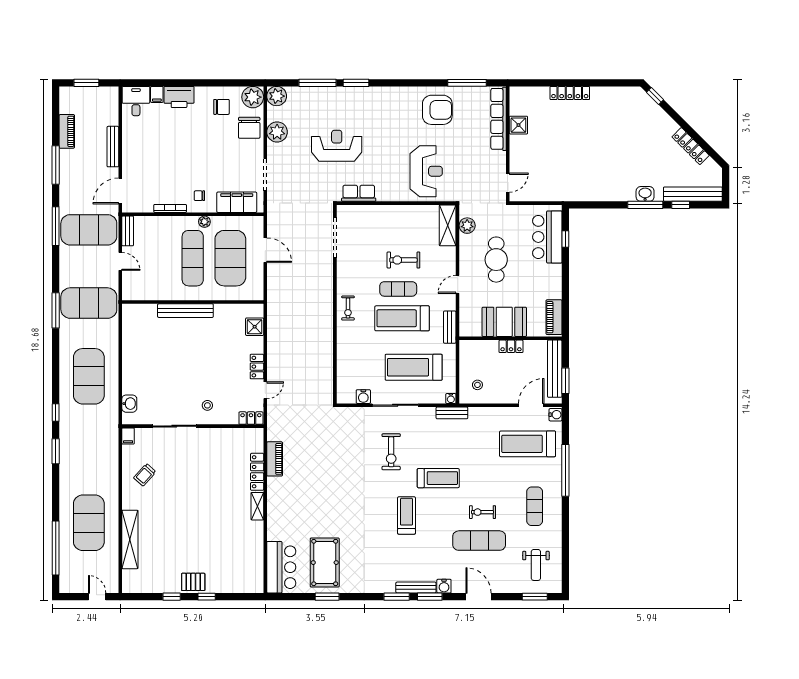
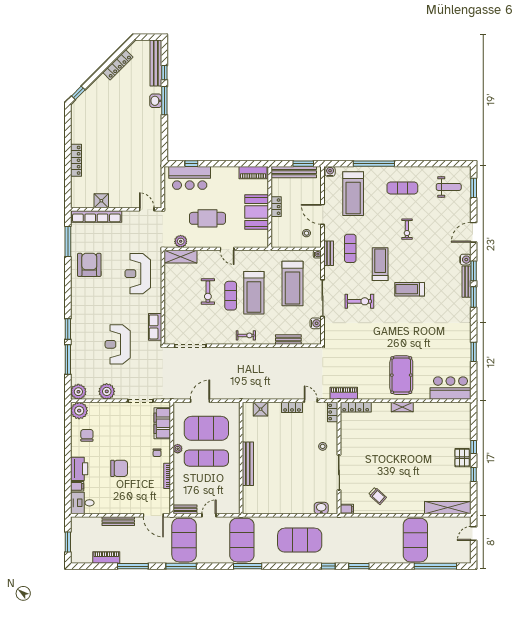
chair: (249, 128) -> (119, 468), moved
reception desk: (426, 171) -> (138, 274), turned -90
bench: (450, 327) -> (288, 340), moved
door: (531, 405) -> (323, 214), moved
piano: (275, 459) -> (344, 393), moved
locker: (257, 472) -> (356, 407), moved
exercise mat: (89, 523) -> (415, 540), turned 90
shelving: (130, 539) -> (448, 508), moved
exercise mat: (479, 541) -> (350, 248), moved, width x0.73, depth x0.69
pool table: (325, 563) -> (401, 375), moved, turned 90

